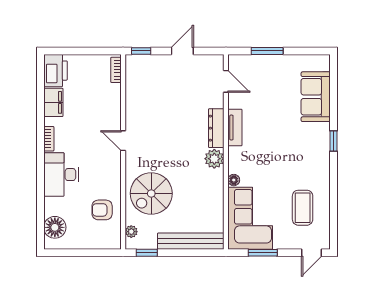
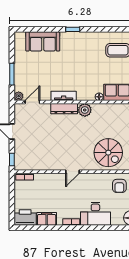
plant: (235, 61) -> (19, 96), added

